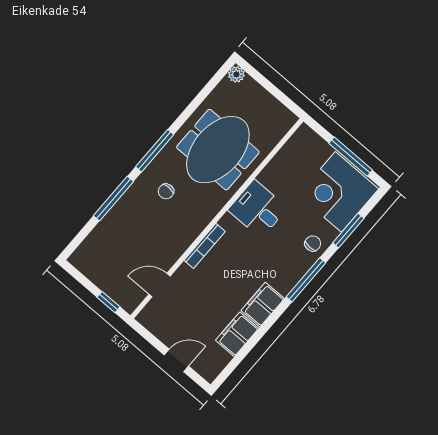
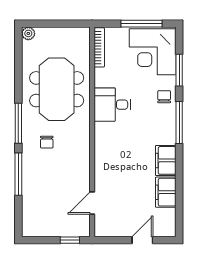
bookcase: (205, 246) -> (99, 47), moved

